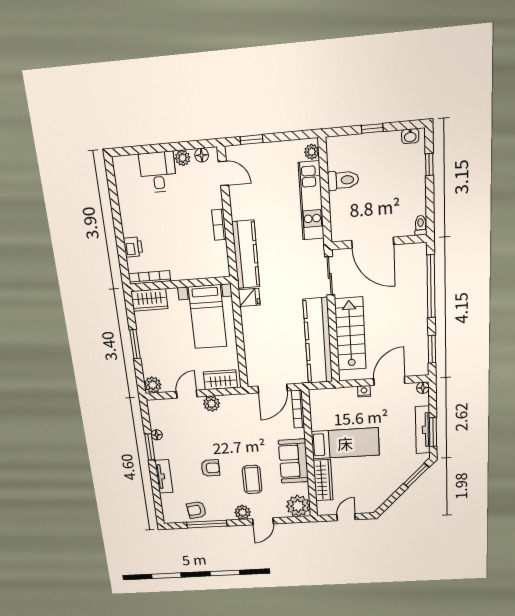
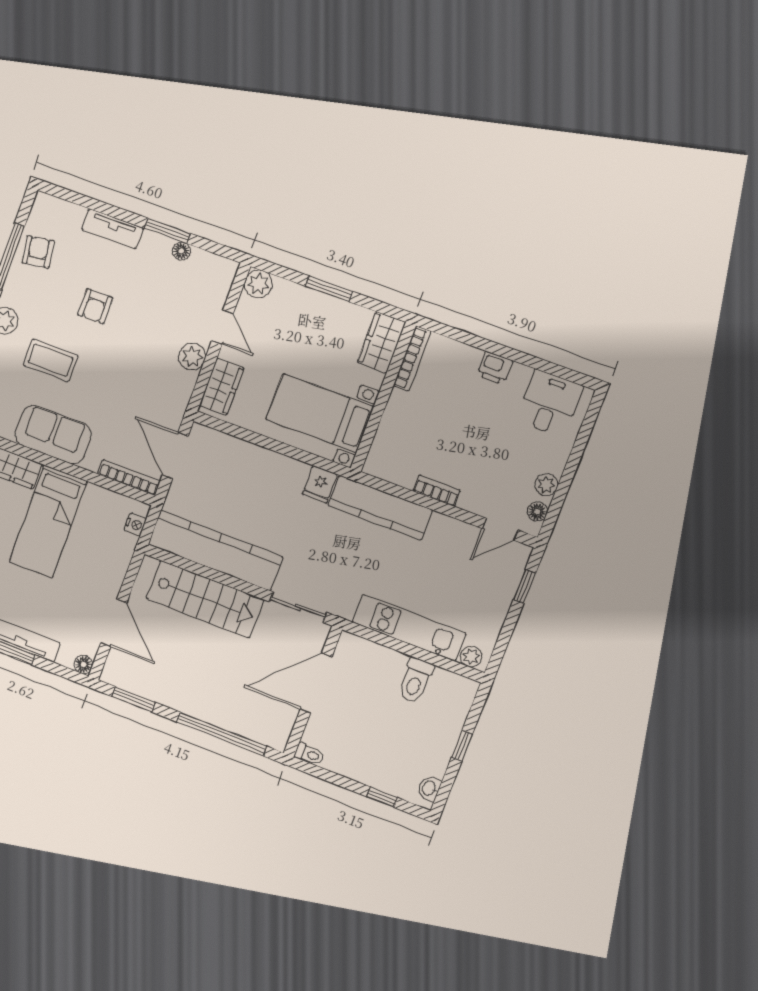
desk: (158, 172) -> (549, 403), moved, turned -90
printer: (133, 247) -> (495, 368), moved
nightstand: (364, 391) -> (135, 525), moved

